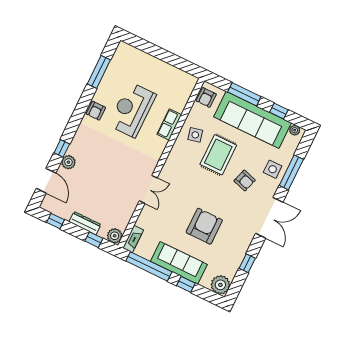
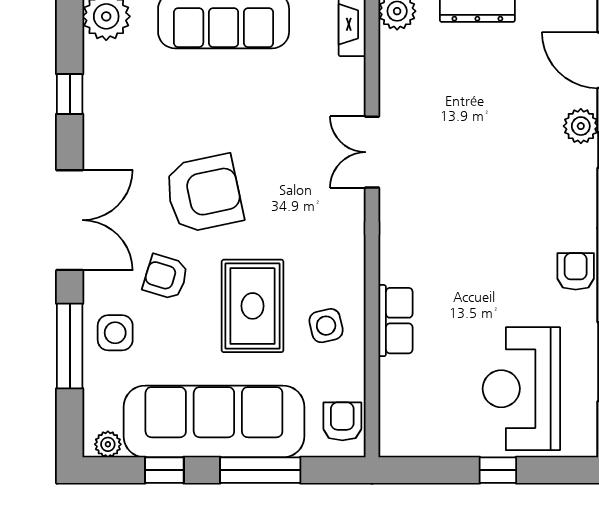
window: (159, 53) -> (498, 470), added
reception desk: (132, 110) -> (521, 389), moved, turned 180
double door: (269, 218) -> (70, 220), swing flipped
armchair: (204, 226) -> (204, 194), moved, turned -102

